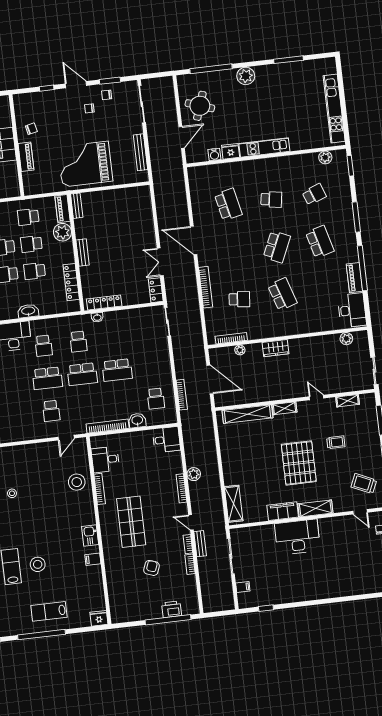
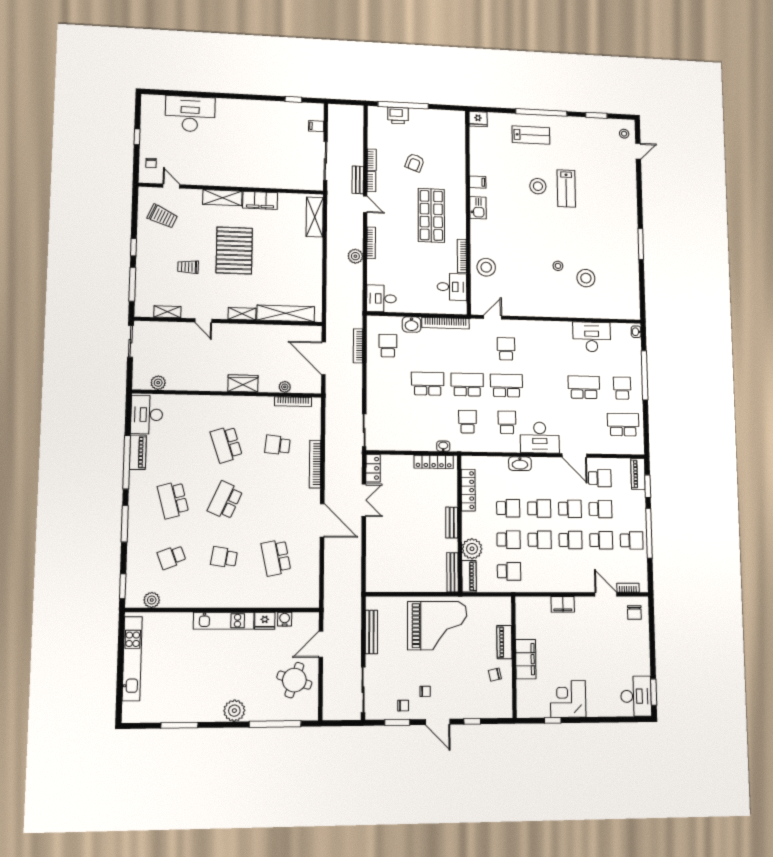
bench: (77, 206) -> (452, 572), width x1.36
desk: (297, 537) -> (190, 114), moved, turned 180

